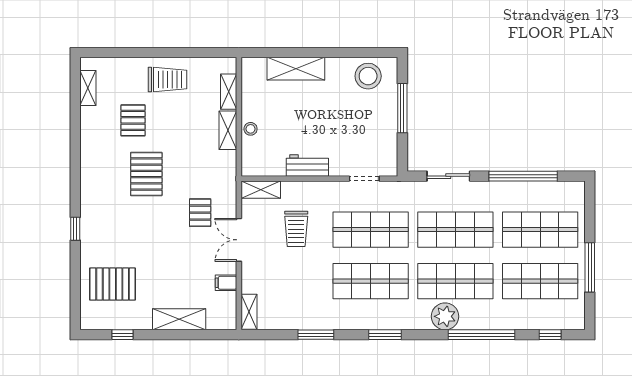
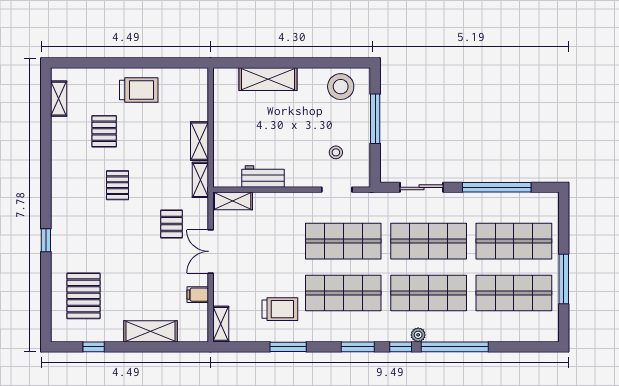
shelving: (229, 92) -> (200, 180), moved
stool: (251, 129) -> (336, 152), moved
workbench: (307, 165) -> (263, 177), moved
pallet: (146, 174) -> (118, 185), width x0.67, depth x0.71
trolley: (296, 229) -> (280, 309), moved, turned -90
pallet: (113, 284) -> (84, 296), turned 90
plant: (445, 316) -> (418, 335), width x0.53, depth x0.53
window: (550, 335) -> (401, 347), moved

